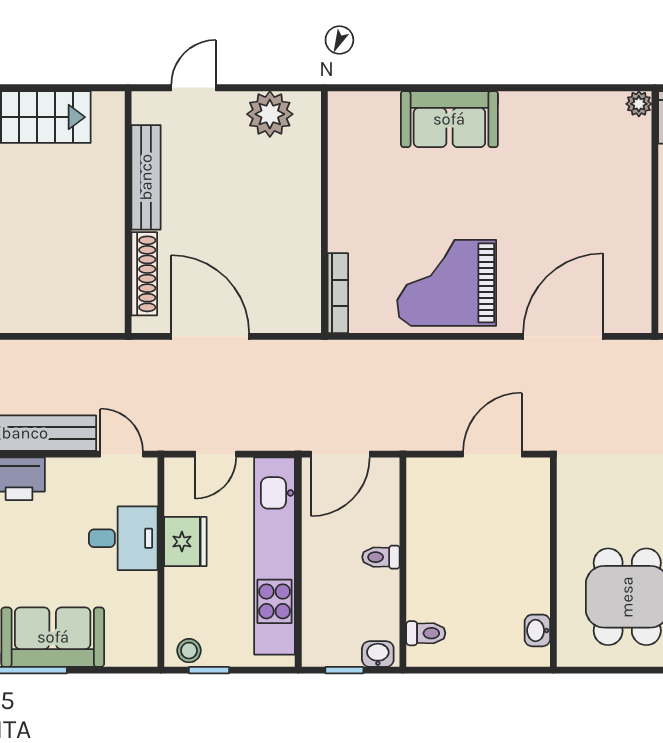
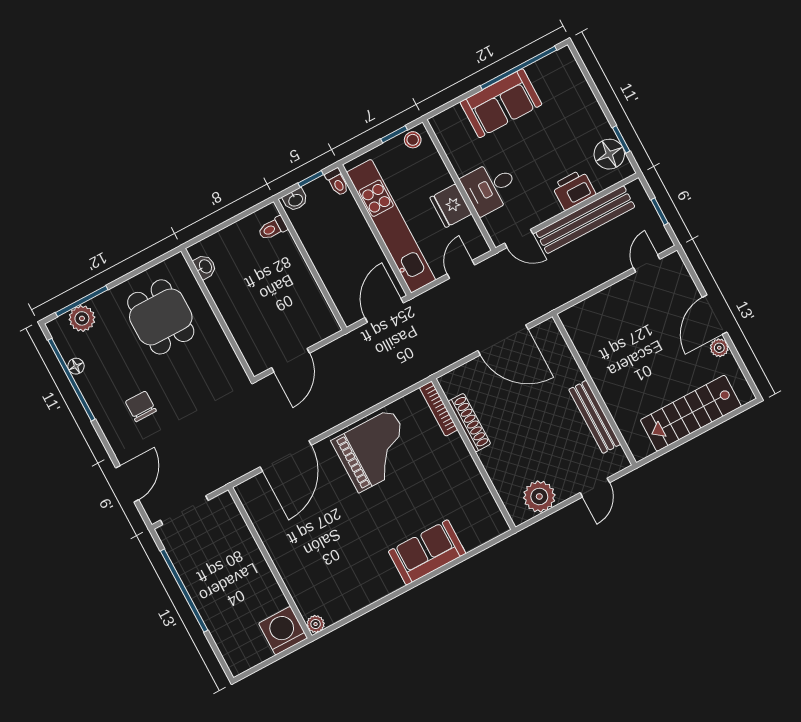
shoe rack: (144, 274) -> (469, 423), moved, turned 180
toilet: (381, 557) -> (337, 182), moved, turned 90

